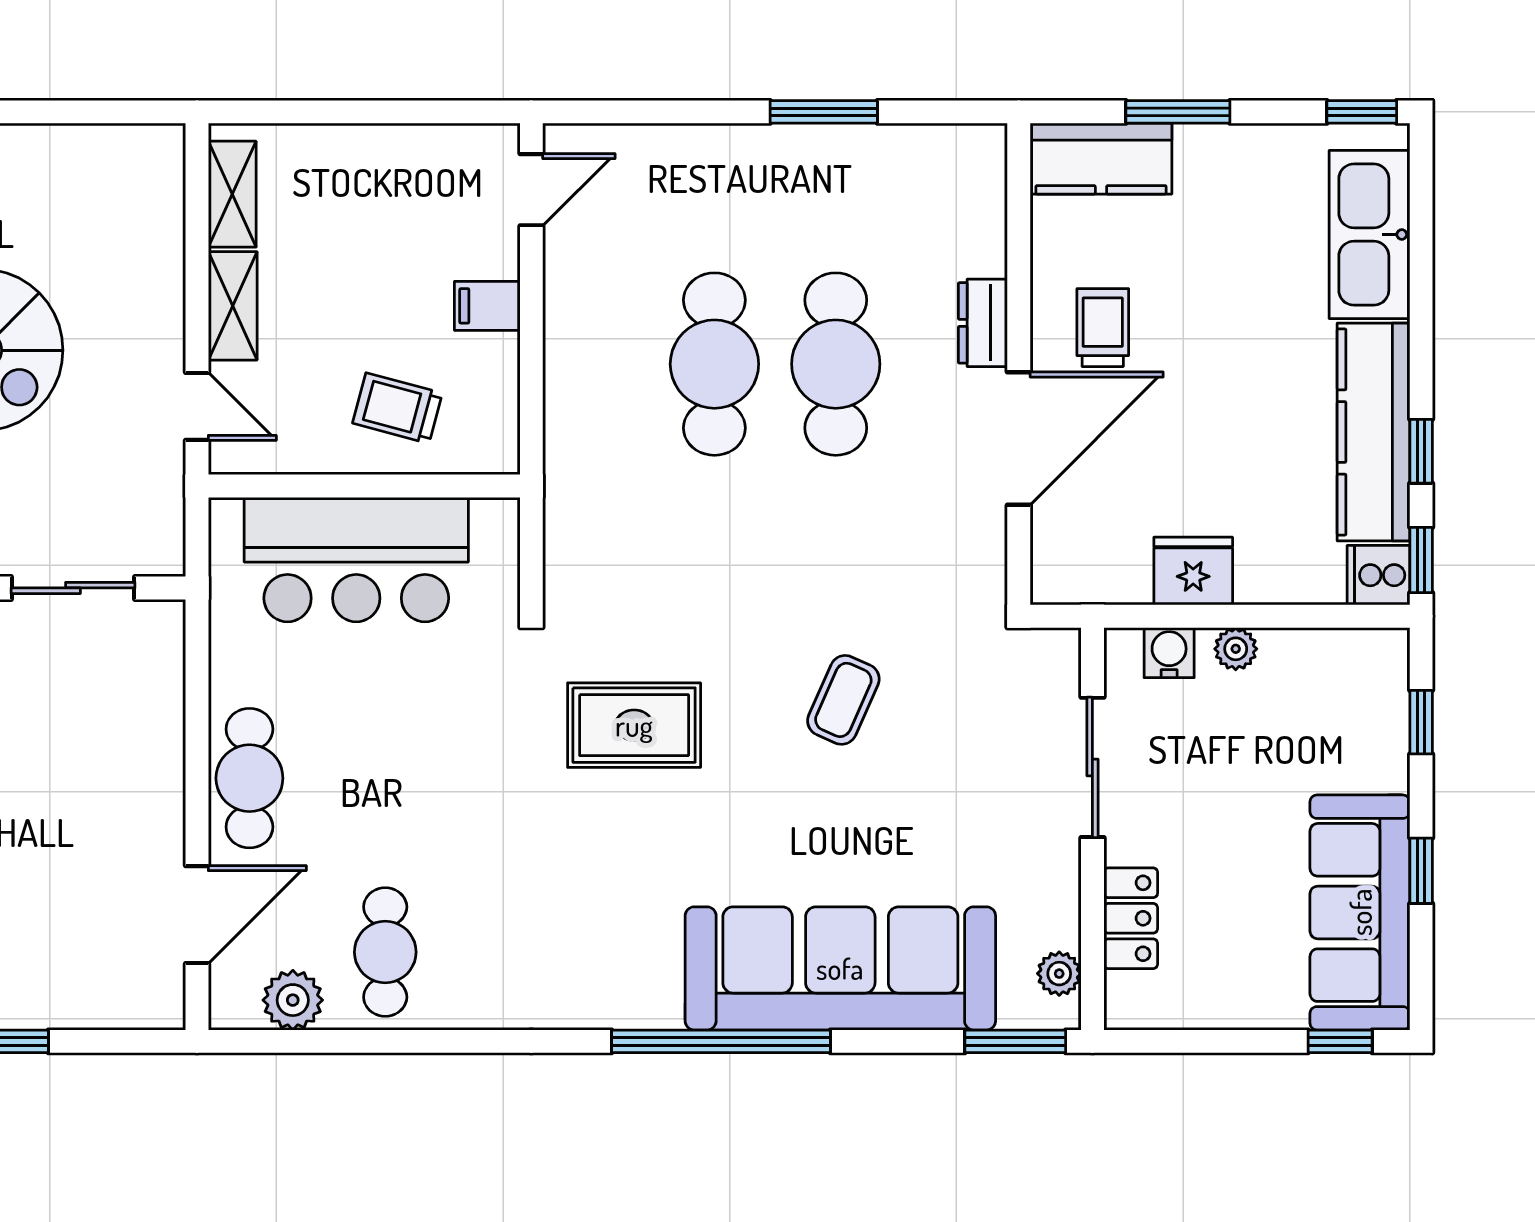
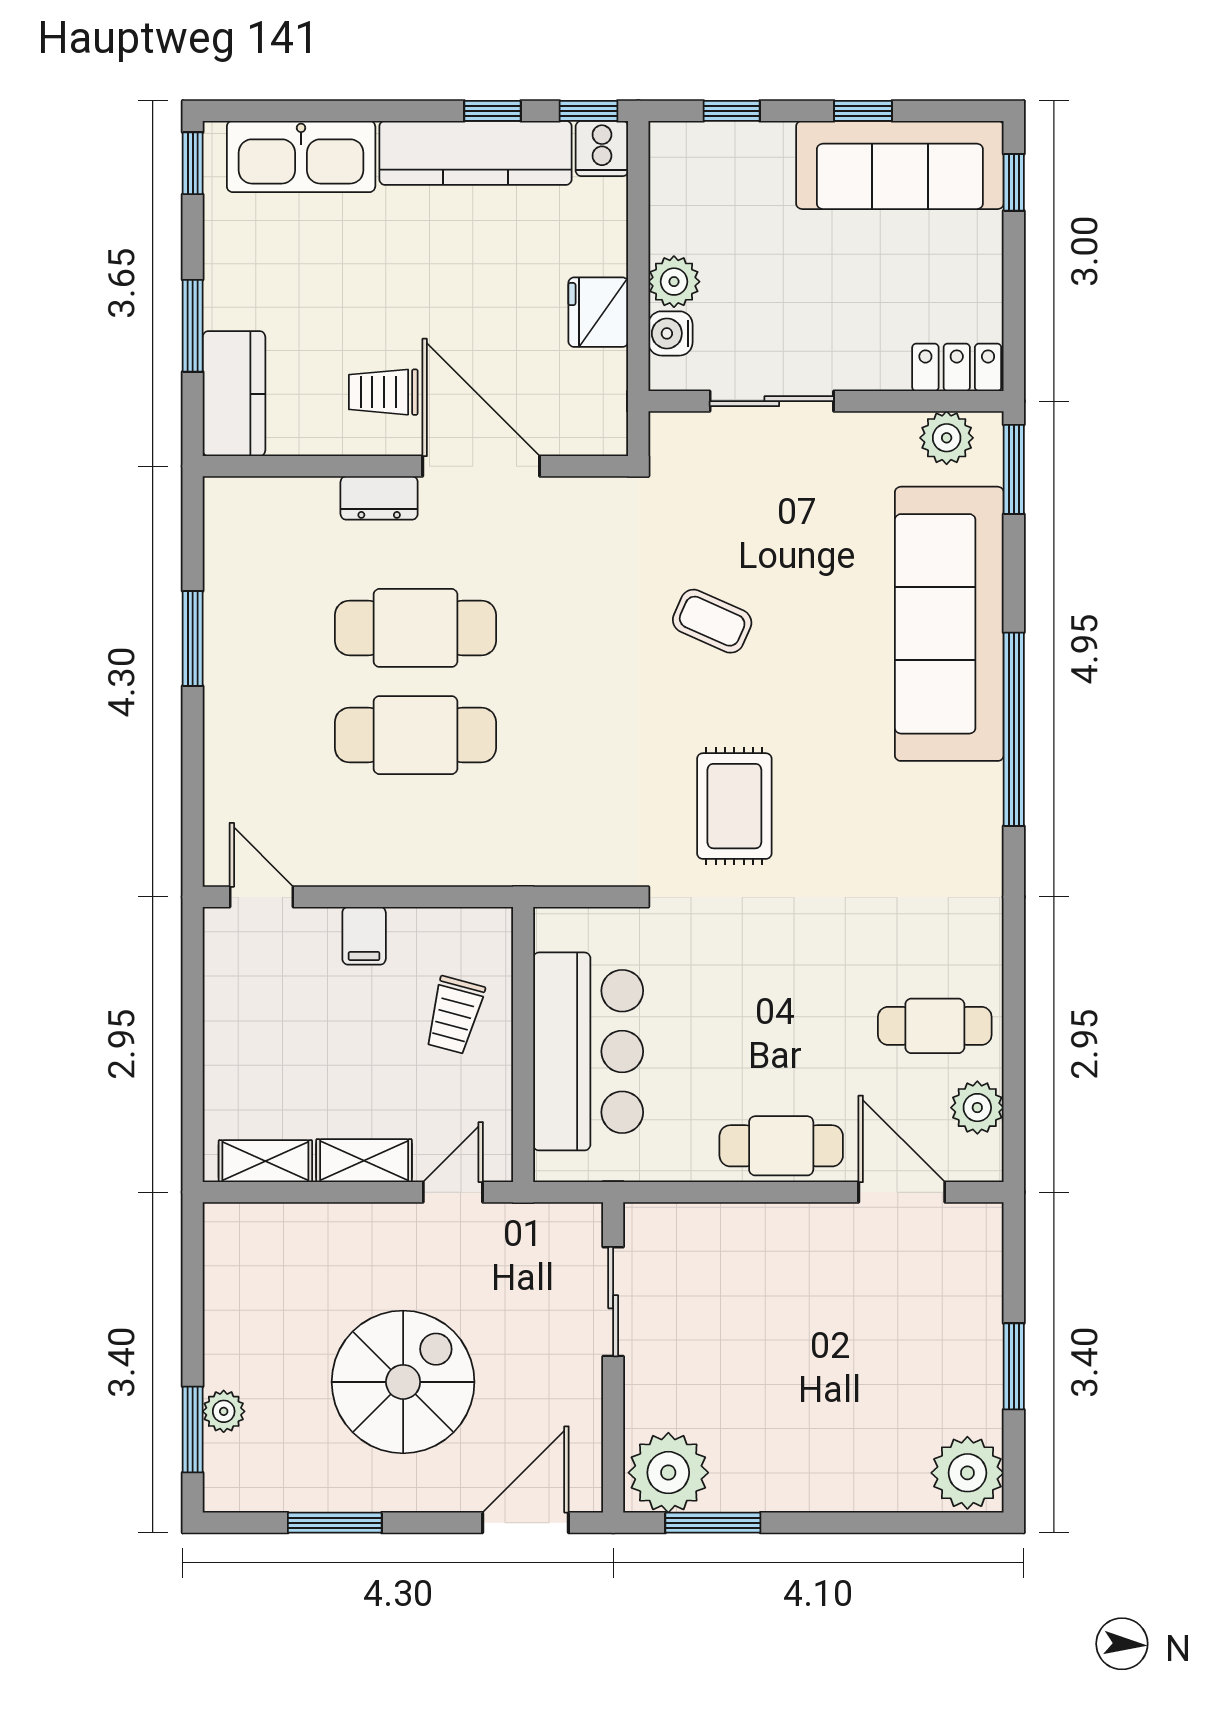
plant: (1236, 649) -> (674, 282), width x1.38, depth x1.38
locker: (1131, 918) -> (957, 367), moved
plant: (1059, 974) -> (947, 438), width x1.38, depth x1.38

